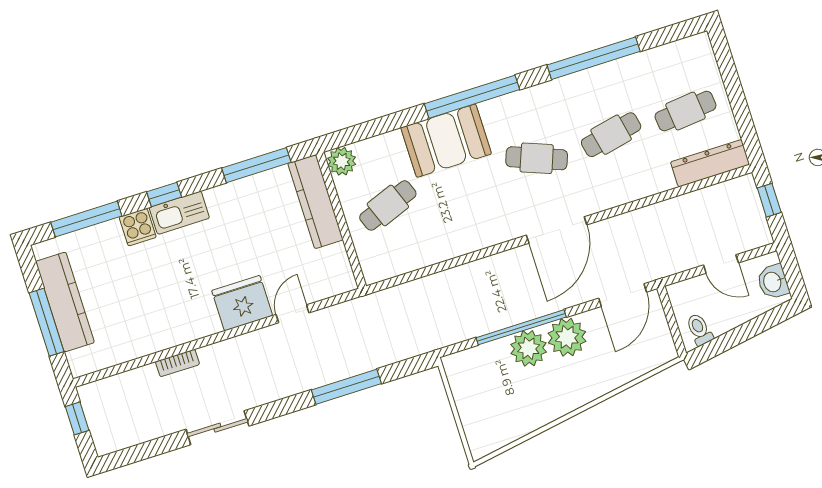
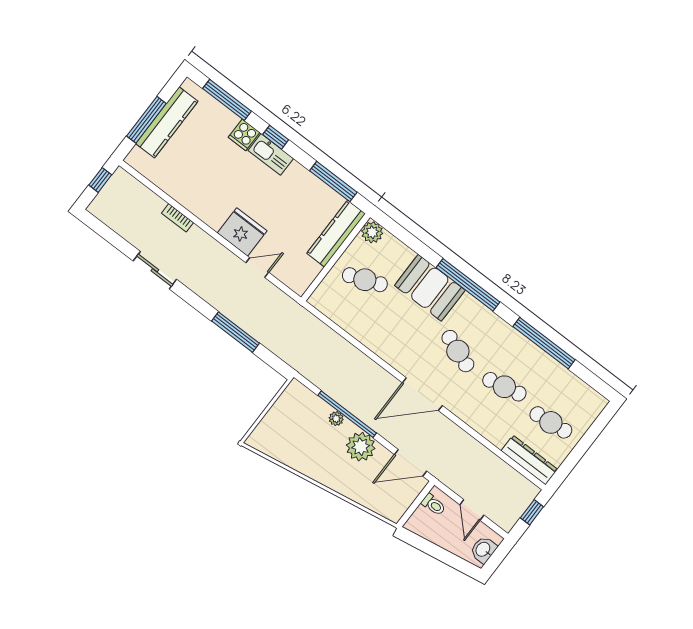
toilet: (699, 330) -> (433, 505), moved, turned 100
plant: (529, 348) -> (336, 419), width x0.53, depth x0.53

